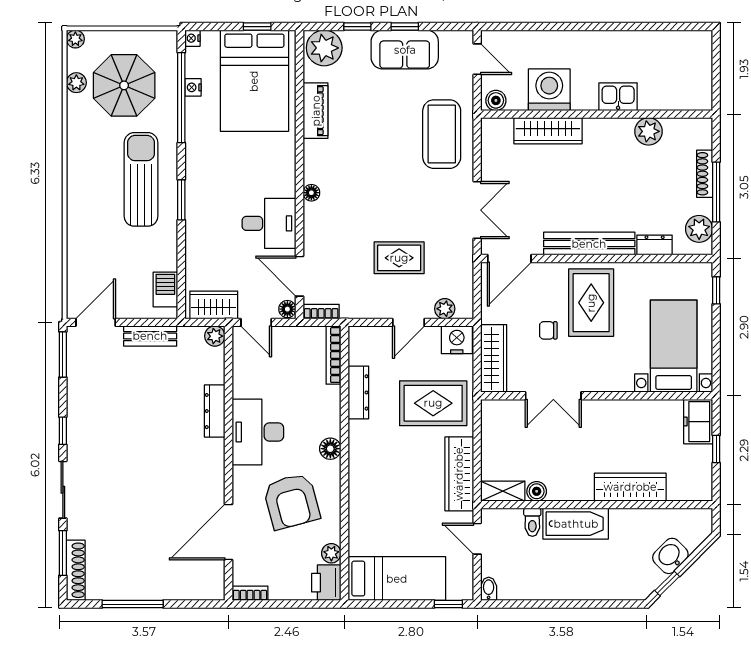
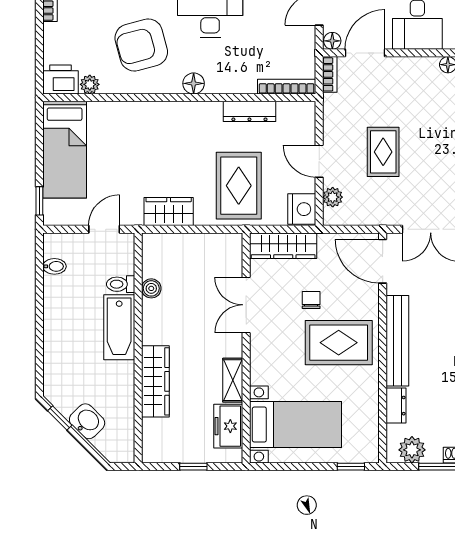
freezer: (698, 422) -> (228, 426), moved, turned -90
wardrobe: (459, 474) -> (169, 212), width x0.67
shelving: (503, 491) -> (233, 380), moved
bidet: (489, 589) -> (54, 266), moved

